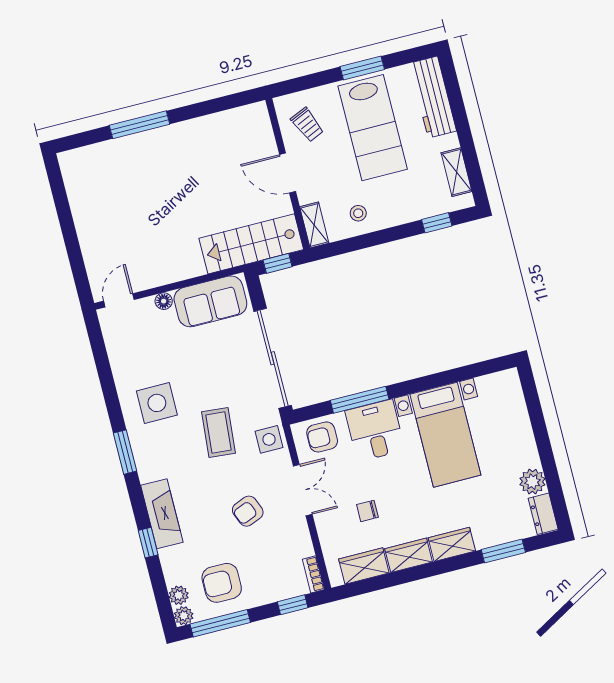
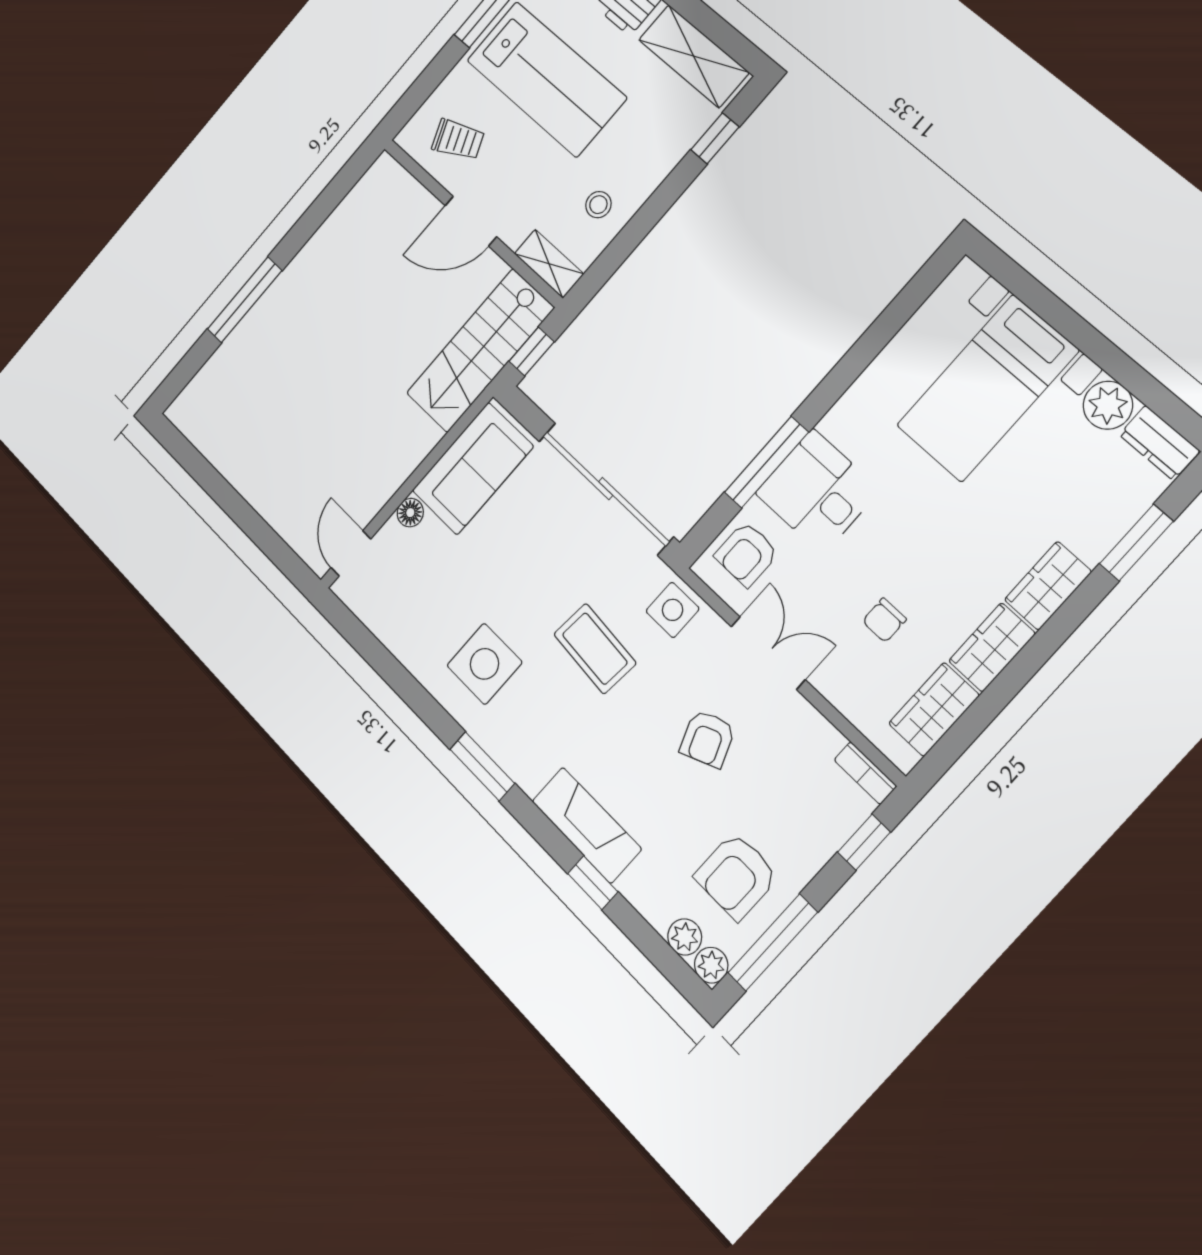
shelving: (457, 172) -> (694, 56), width x1.50, depth x1.33
bed with nightstands: (445, 435) -> (987, 388), moved, turned 90

